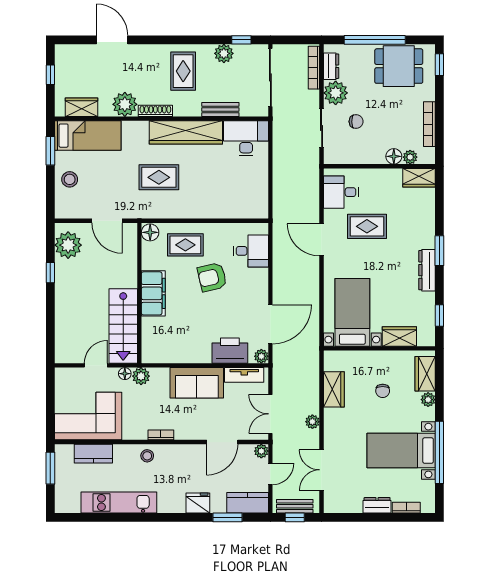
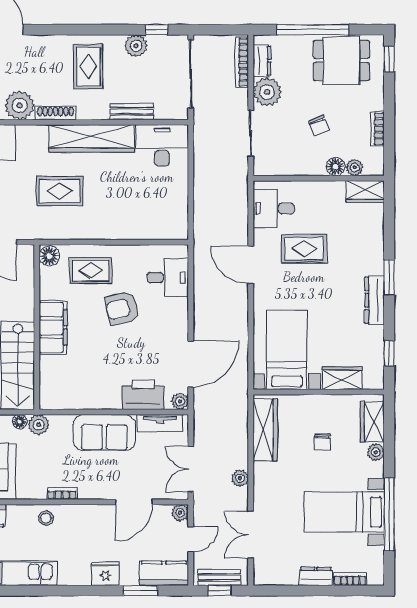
chair: (356, 122) -> (319, 126), moved, turned 70
bookcase: (429, 124) -> (377, 129), width x0.64
wardrobe: (334, 389) -> (265, 430), width x1.50

